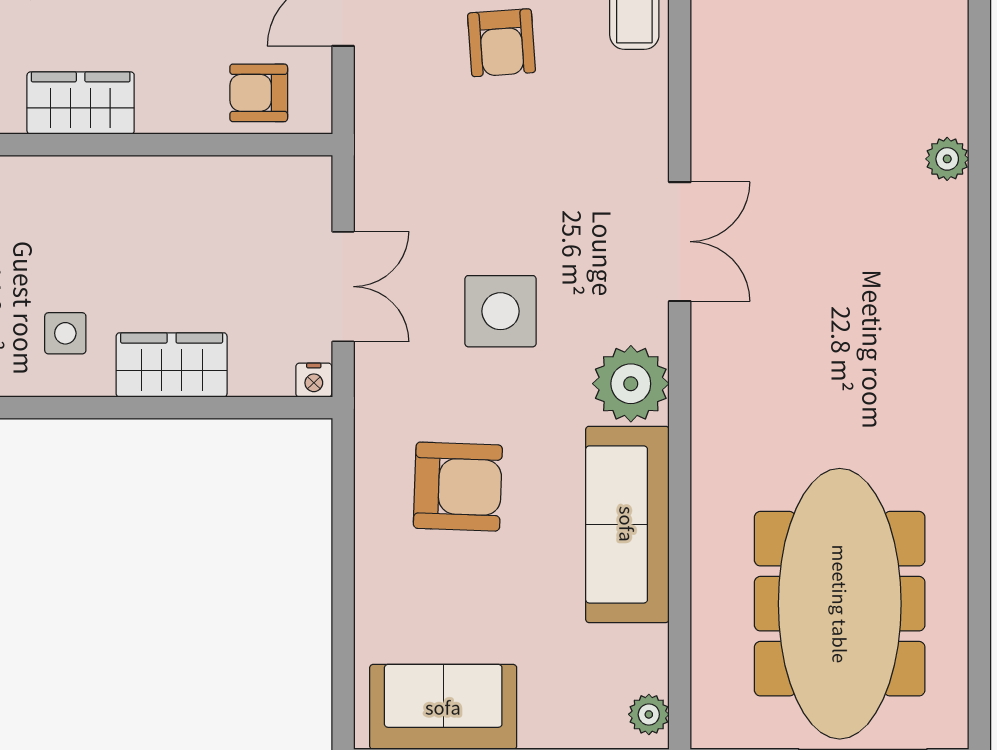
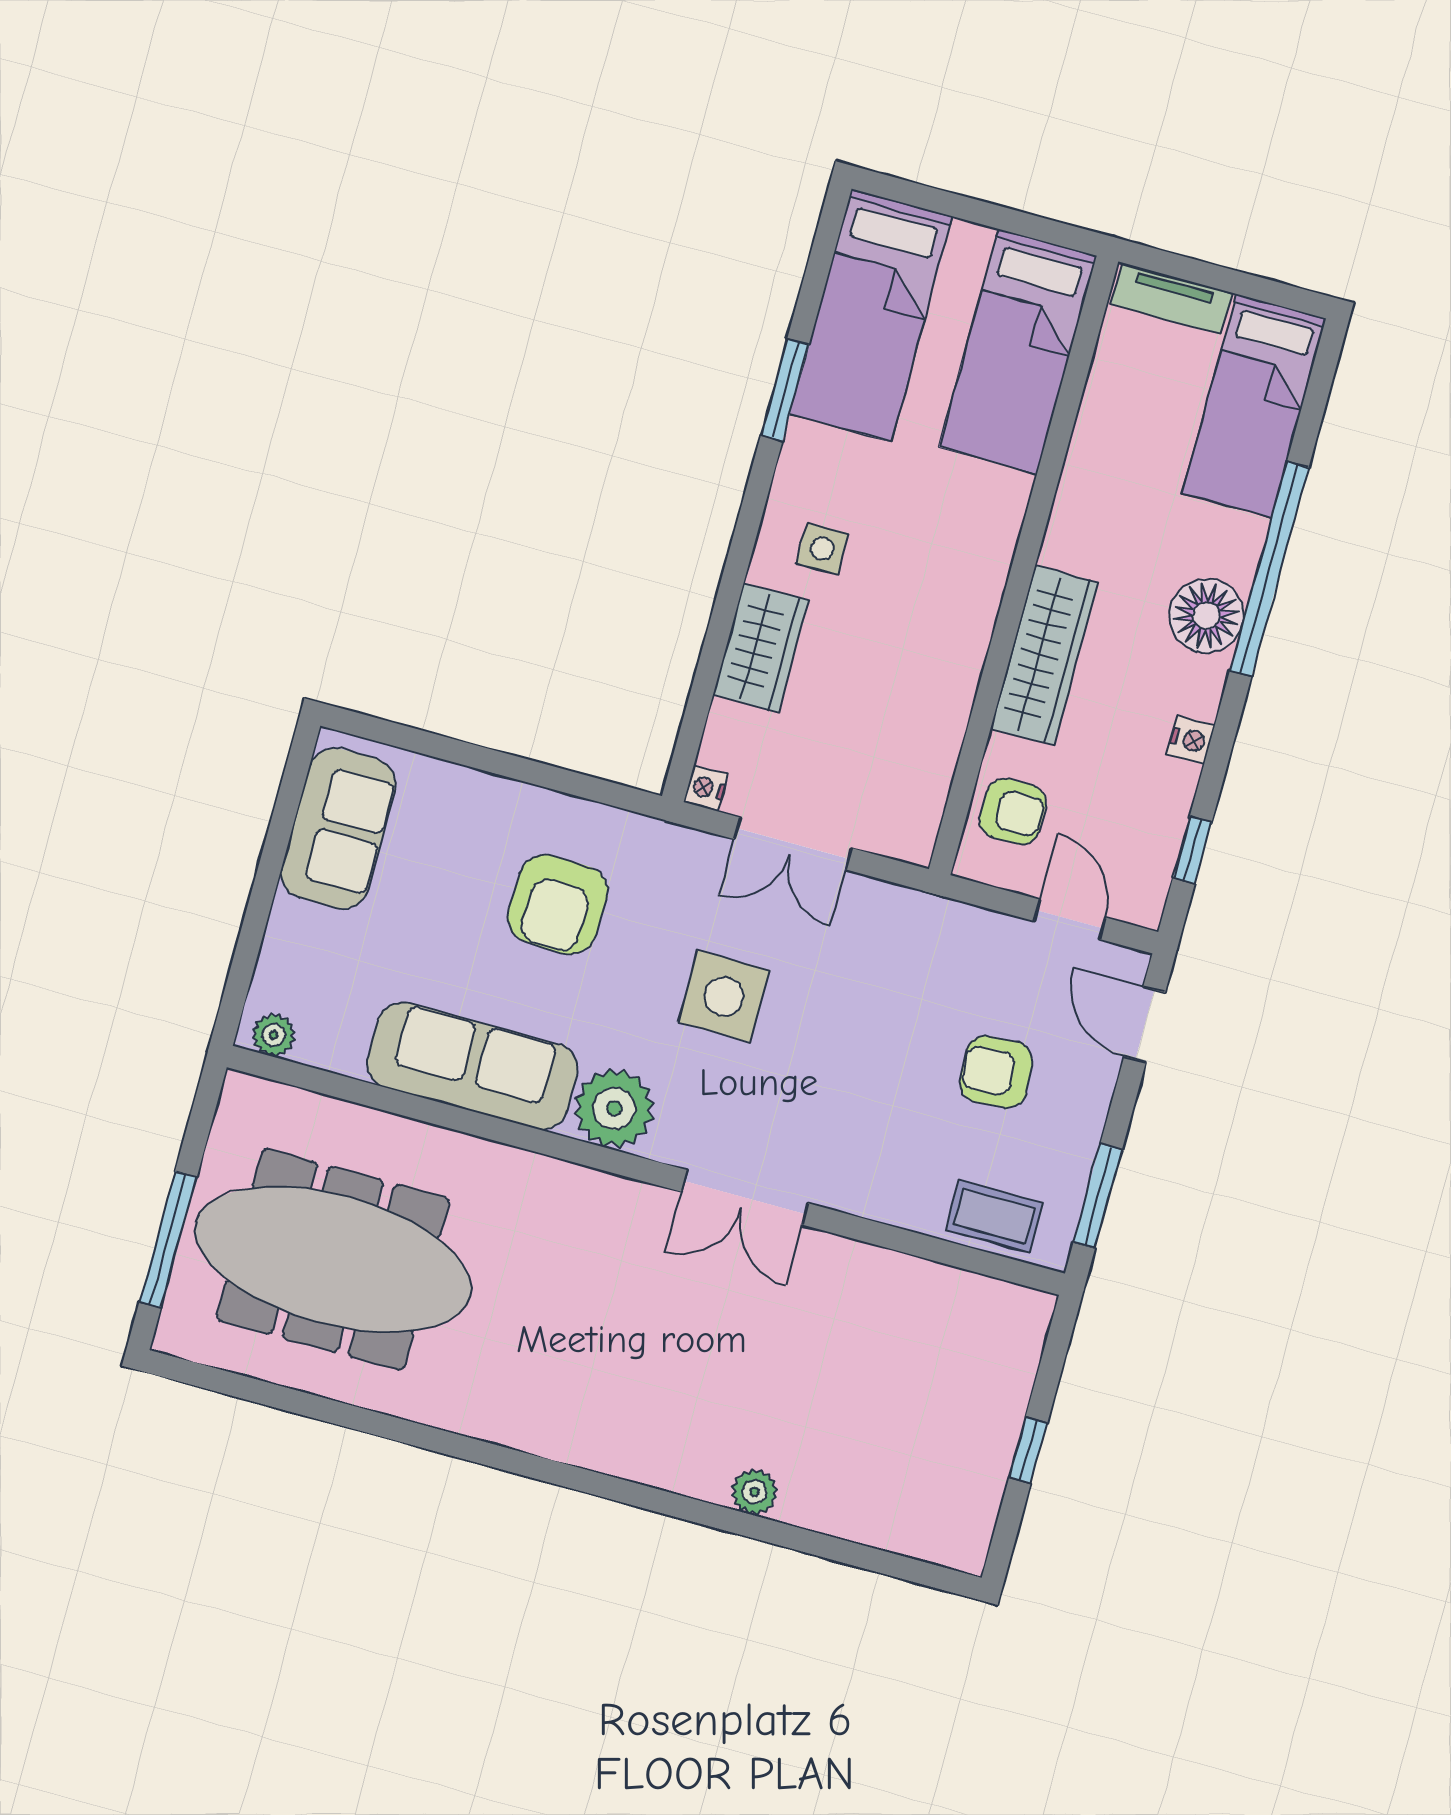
armchair: (259, 93) -> (1013, 812), turned 90
wardrobe: (81, 103) -> (1044, 655), width x1.50

